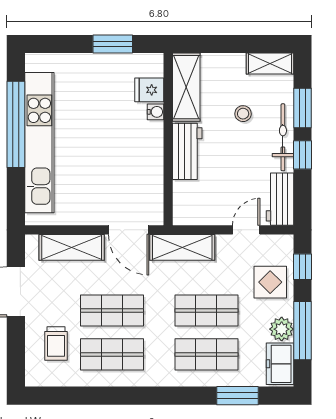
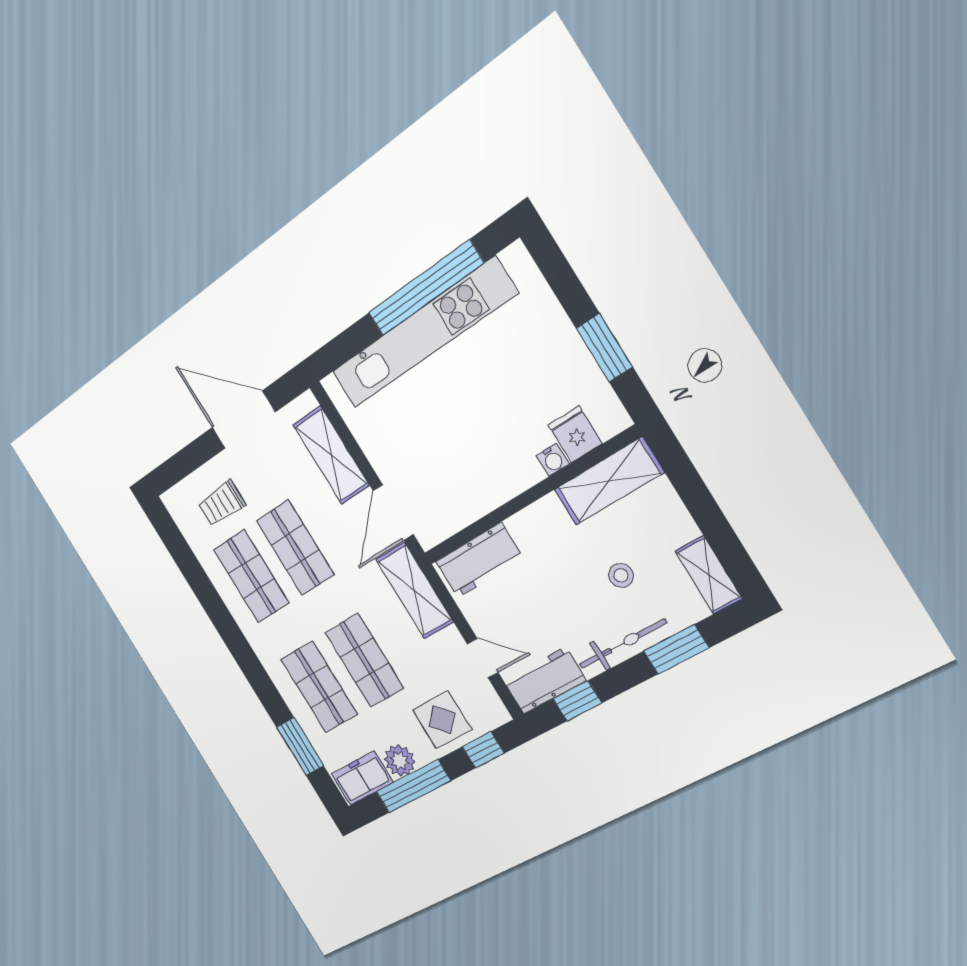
workbench: (187, 151) -> (479, 560), moved
window: (303, 155) -> (577, 701), moved

